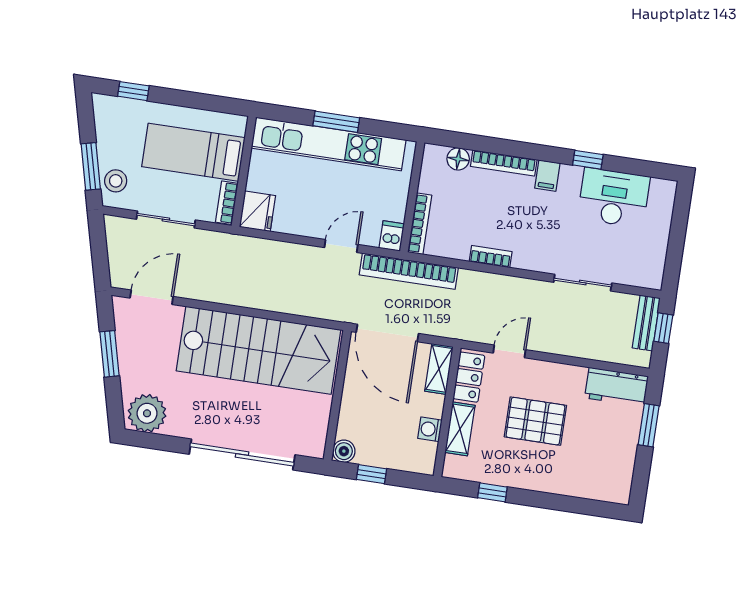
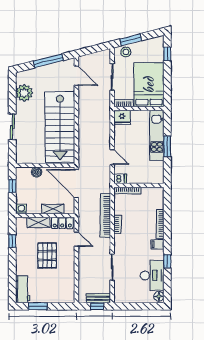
kitchen unit: (329, 144) -> (157, 135), width x0.73
bed: (193, 152) -> (149, 85), width x1.50
floor lamp: (458, 159) -> (159, 296), moved
bookcase: (409, 271) -> (105, 215), moved
door: (387, 333) -> (76, 183), hinge flipped
window: (109, 354) -> (48, 61), width x1.44
shelving: (439, 369) -> (53, 209), moved
workbench: (616, 387) -> (23, 289), moved, turned 180
plant: (147, 413) -> (24, 93), moved
window: (649, 425) -> (38, 306), moved
washing machine: (430, 429) -> (21, 209), moved
boiler: (344, 451) -> (37, 172), moved
sliding door: (242, 455) -> (12, 127), width x0.54

